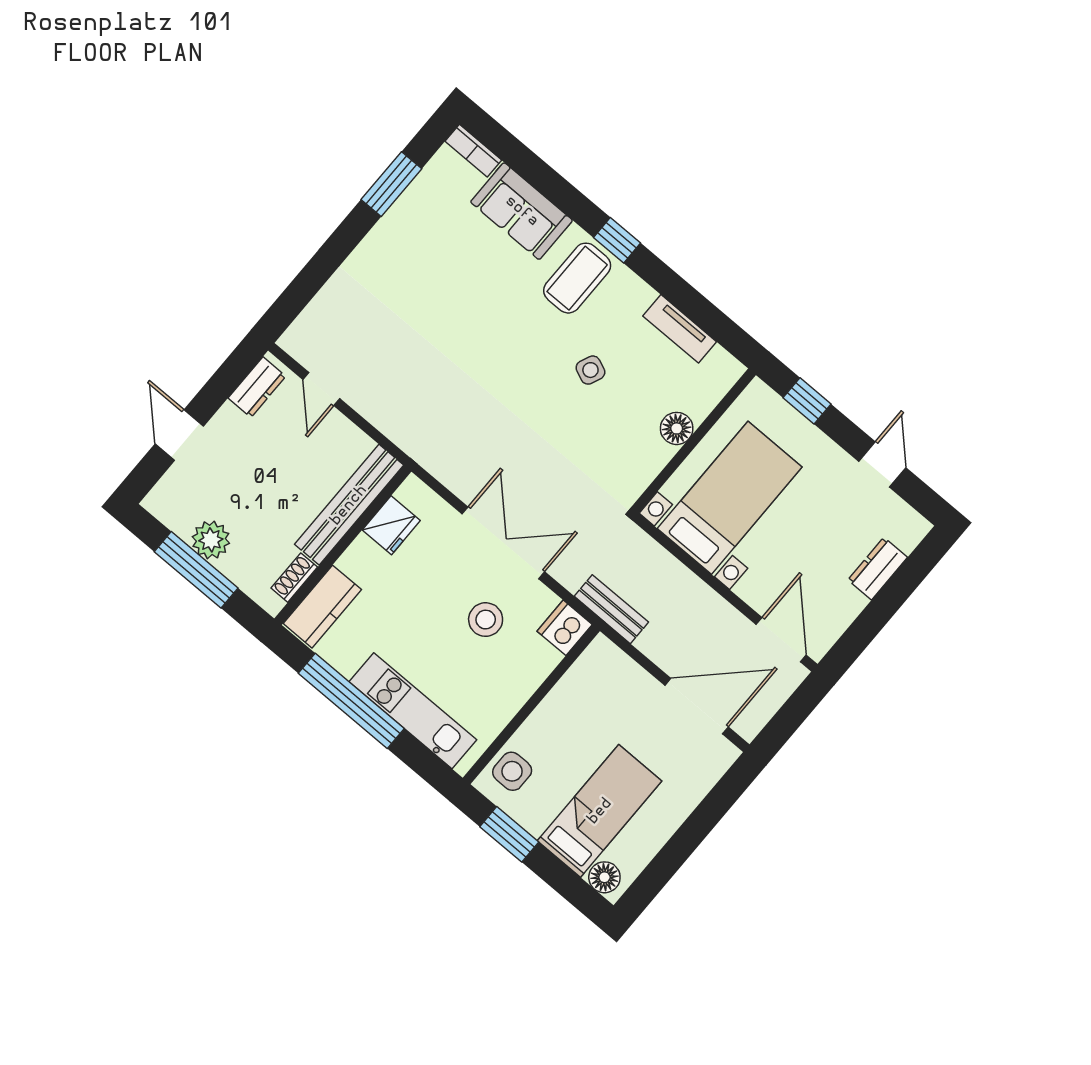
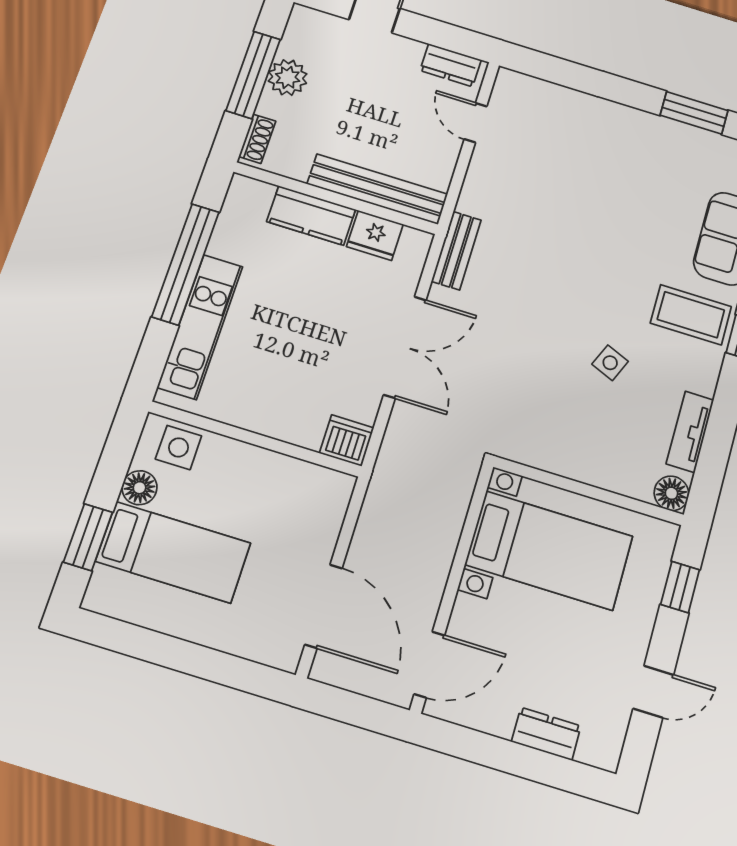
door: (321, 389) -> (476, 123), hinge flipped
floor lamp: (677, 428) -> (671, 493), moved
shoe rack: (294, 578) -> (257, 139), moved, turned 90
kitchen counter: (322, 607) -> (311, 215), moved
bench: (611, 609) -> (456, 251), moved
stool: (486, 620) -> (322, 360), removed
window: (509, 834) -> (88, 537), moved
floor lamp: (604, 877) -> (140, 488), moved

